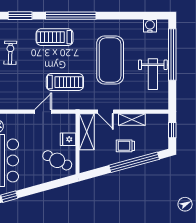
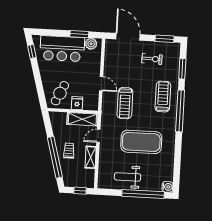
water cooler: (150, 26) -> (167, 187), moved

